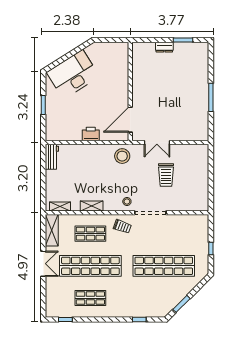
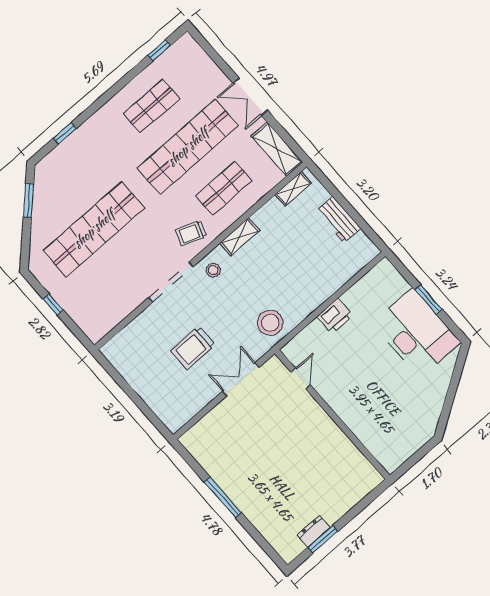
dresser: (164, 47) -> (314, 531), moved
desk: (73, 74) -> (416, 333), moved, turned -58
door: (130, 120) -> (301, 378), width x0.53
workbench: (52, 157) -> (338, 219), moved
trolley: (166, 175) -> (193, 348), turned -90
shelving: (92, 206) -> (240, 237), moved

